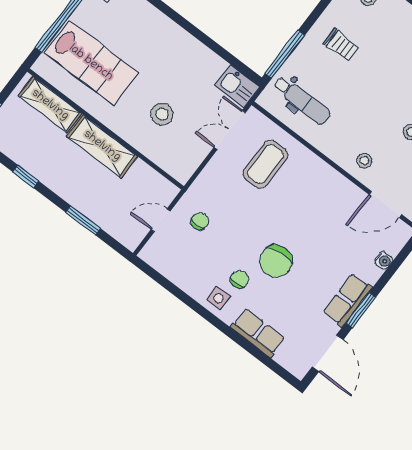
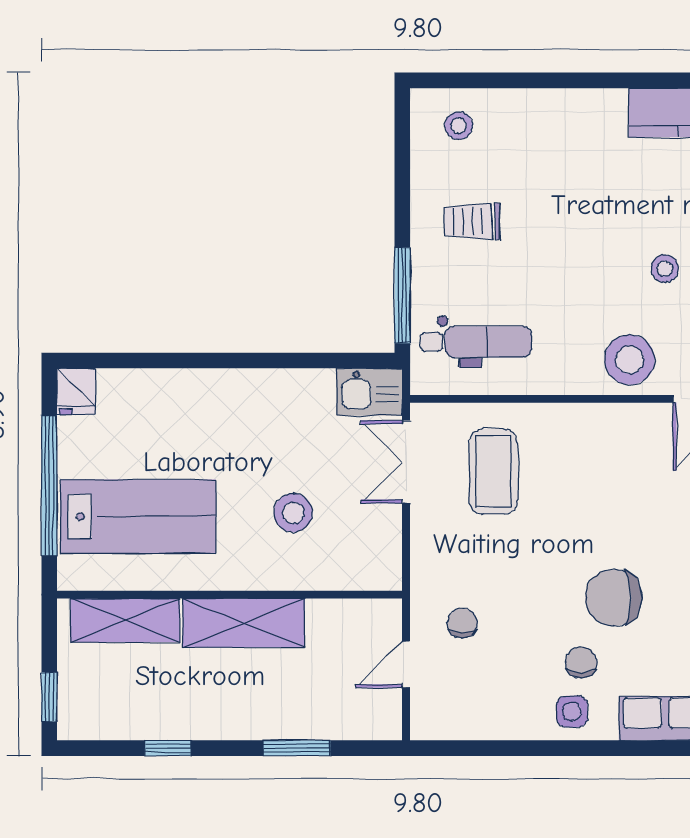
trolley: (341, 45) -> (472, 221), turned 180
stool: (364, 161) -> (630, 360), width x1.89, depth x1.89
chair: (276, 261) -> (613, 598), turned 96

